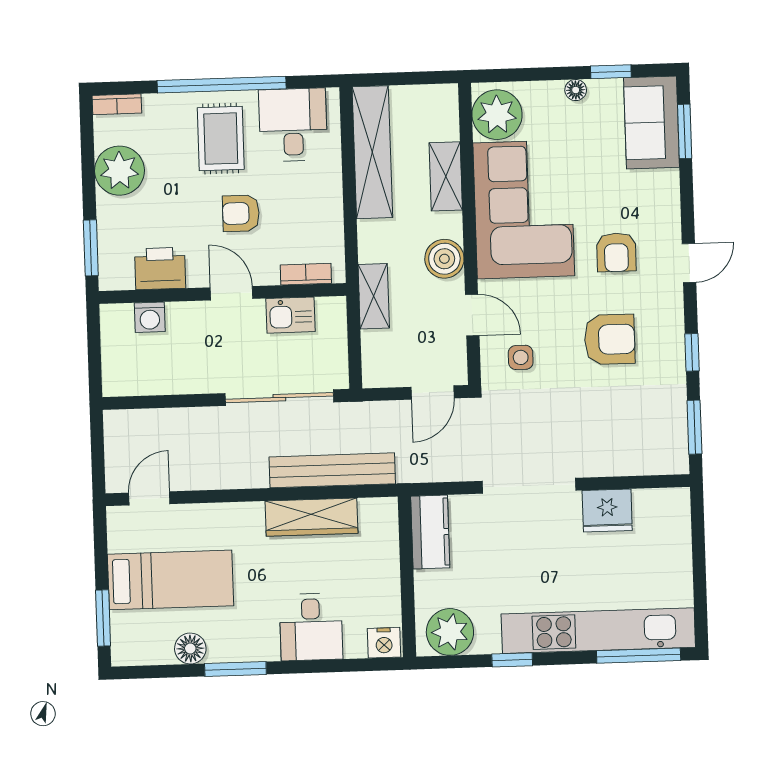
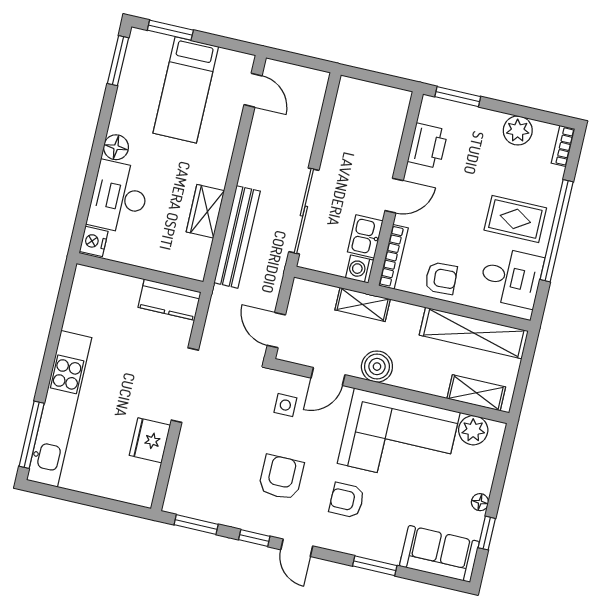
plant: (497, 115) -> (473, 430), width x0.73, depth x0.73
window: (685, 131) -> (375, 566), moved
plant: (119, 171) -> (518, 130), width x0.73, depth x0.73
shelving: (446, 176) -> (476, 393), moved
armchair: (241, 213) -> (441, 278), moved, turned 87
door: (689, 263) -> (297, 548), moved
bookcase: (306, 274) -> (393, 257), width x1.56
washing machine: (150, 317) -> (360, 269), moved
armchair: (610, 339) -> (281, 477), turned 180
wardrobe: (311, 517) -> (205, 211), width x0.67
desk: (311, 627) -> (119, 197), width x1.37
plant: (450, 632) -> (88, 294), removed
floor lamp: (190, 649) -> (116, 147), moved
window: (512, 660) -> (54, 337), removed
window: (235, 669) -> (118, 61), moved

